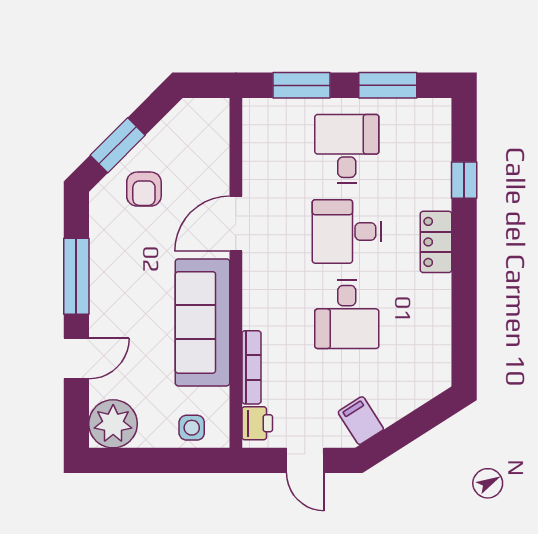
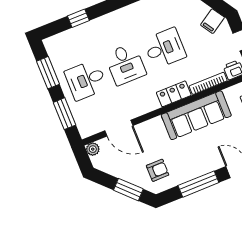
plant: (217, 110) -> (93, 149), added
armchair: (144, 189) -> (158, 170), moved
door: (236, 224) -> (119, 128), moved
locker: (436, 242) -> (174, 94), moved, turned 180

